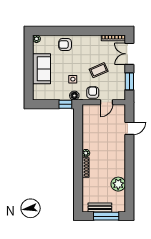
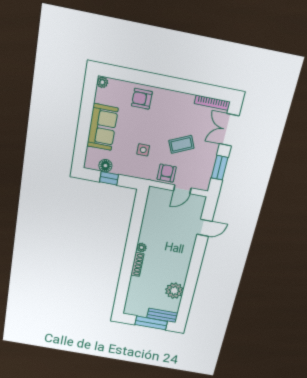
floor lamp: (74, 96) -> (105, 166), moved
window: (65, 104) -> (109, 178), moved
bench: (100, 207) -> (162, 315), moved

